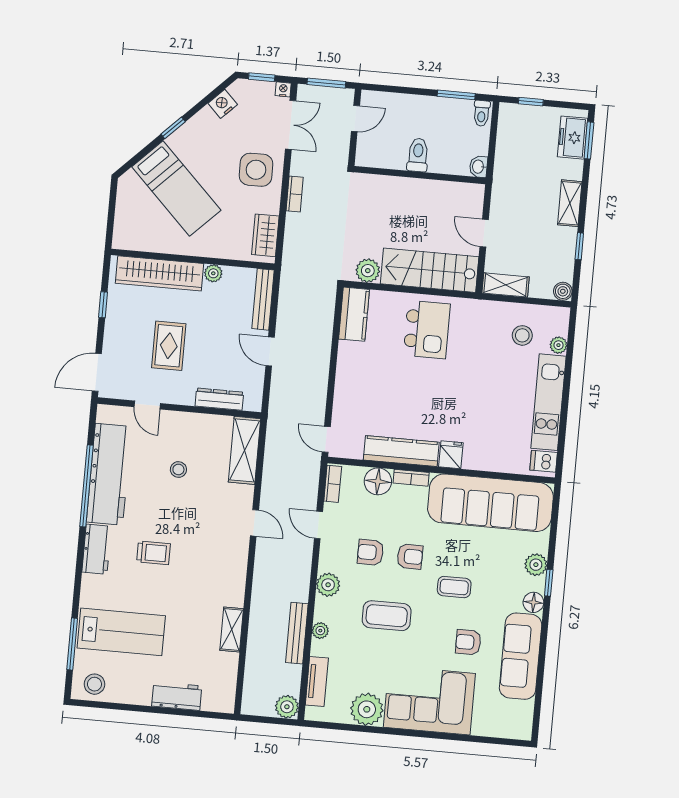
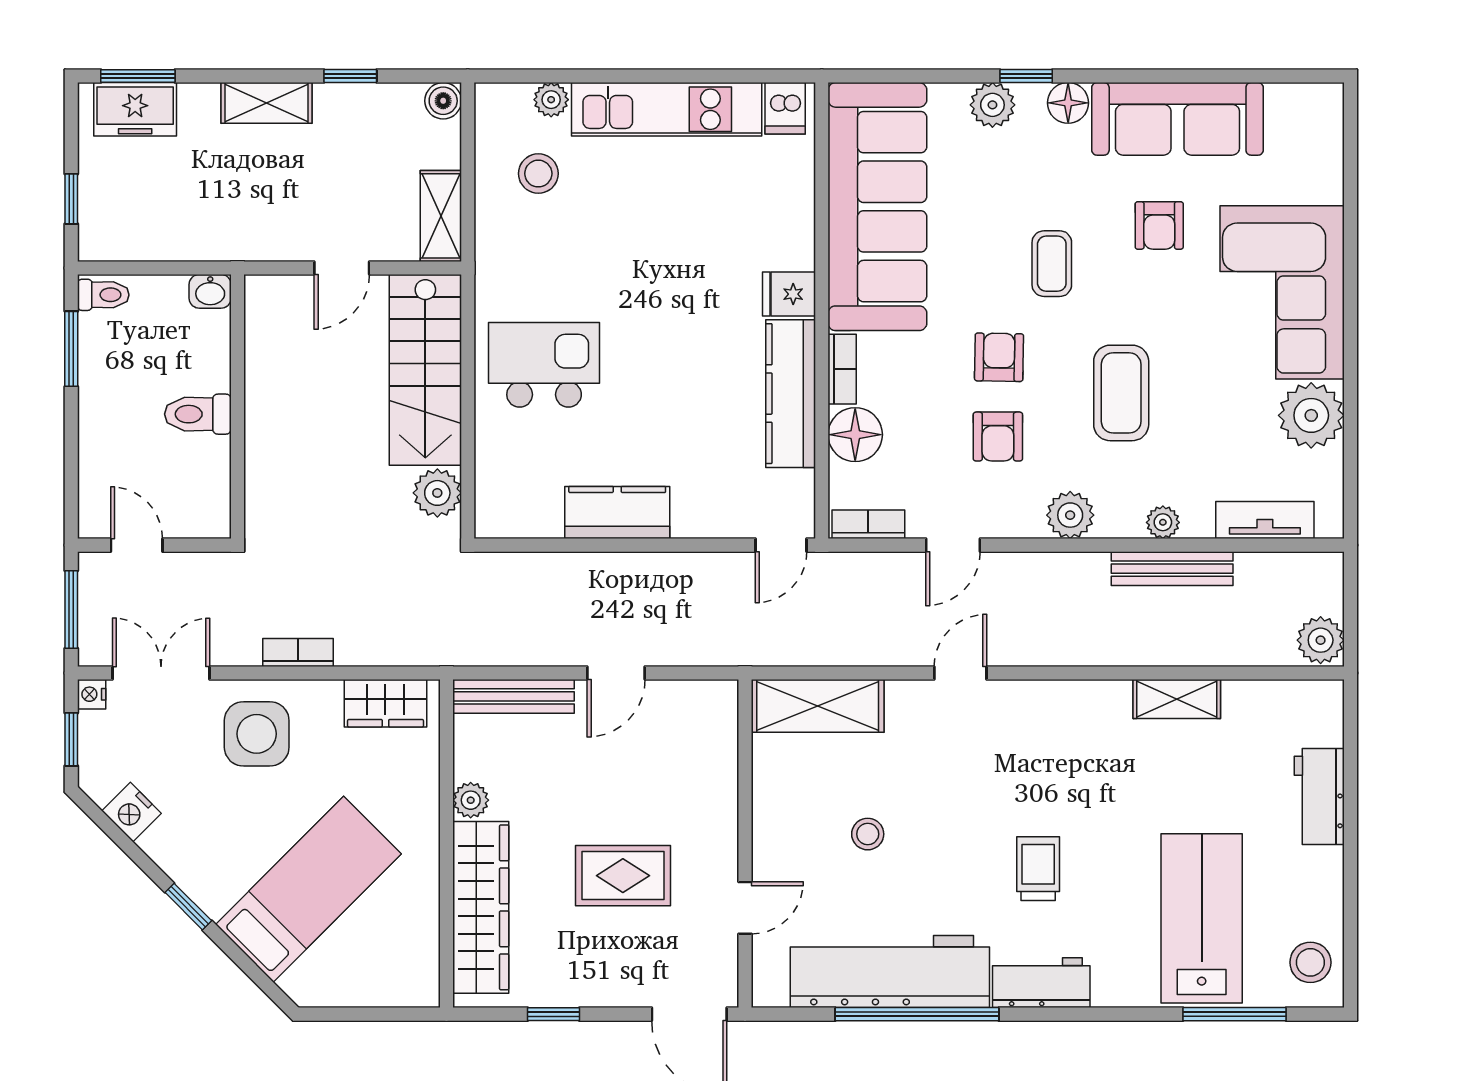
kitchen counter: (354, 314) -> (617, 513), moved
dresser: (219, 399) -> (720, 765), removed
plant: (287, 707) -> (1321, 640), moved

